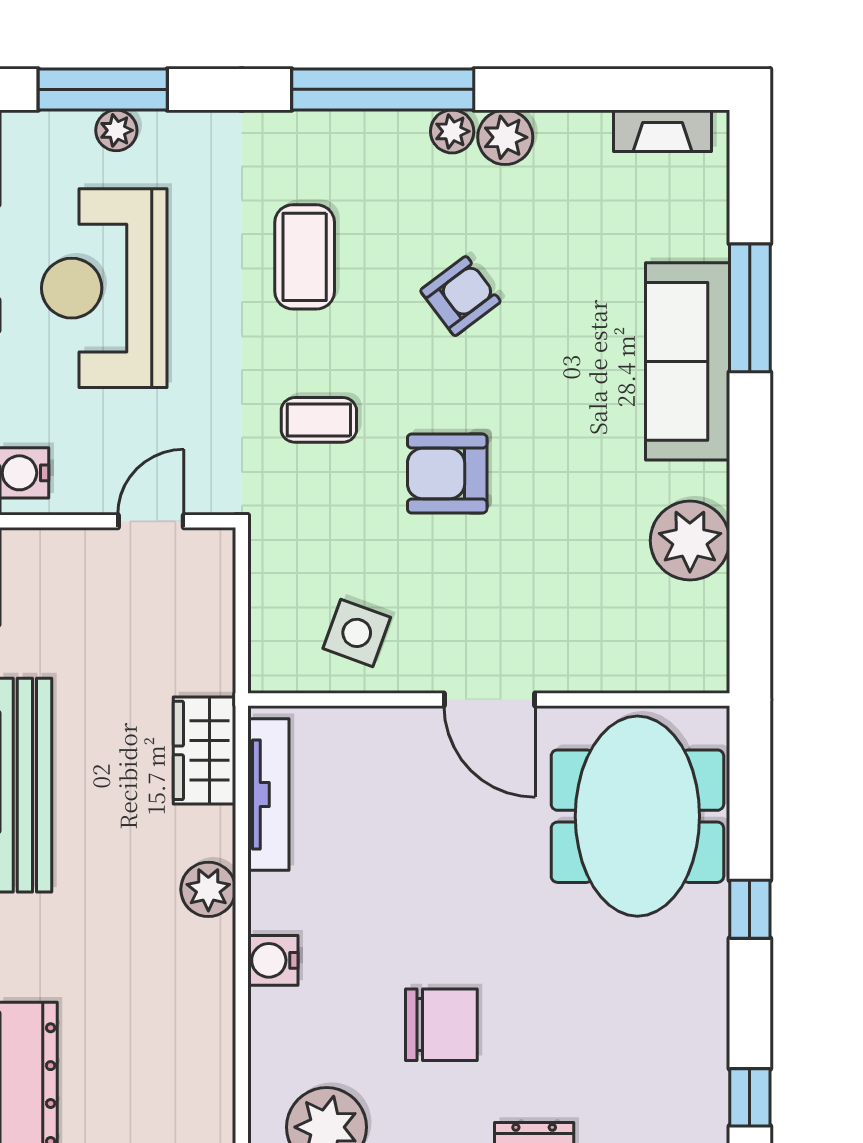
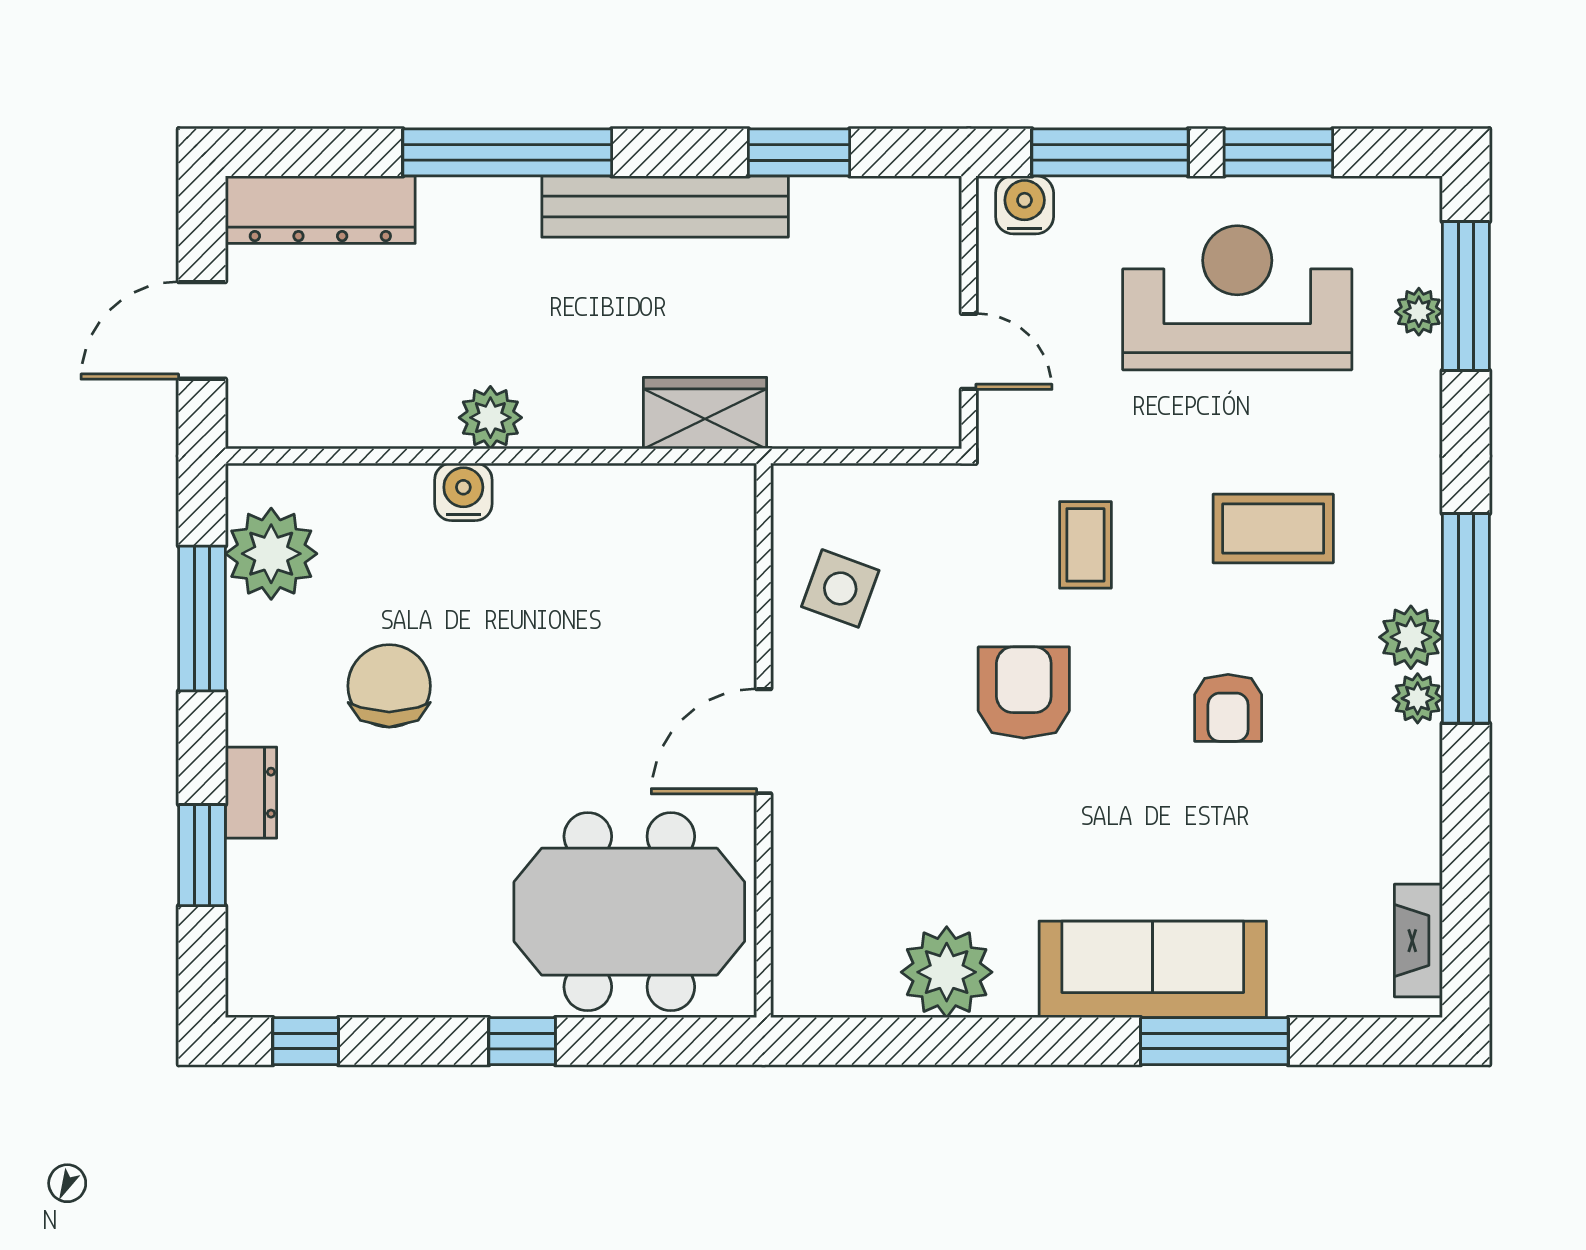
plant: (505, 137) -> (1411, 637), moved
armchair: (460, 296) -> (1228, 708), turned 37
tv unit: (268, 795) -> (654, 487), removed
plant: (208, 889) -> (490, 418), moved
chair: (441, 1025) -> (389, 686), turned 180

